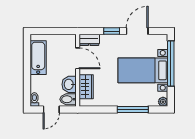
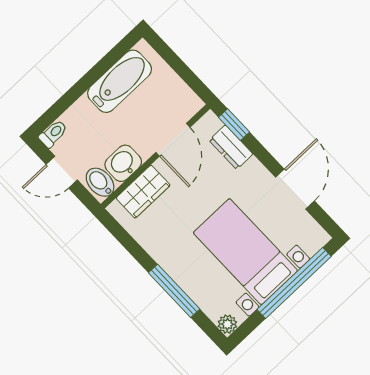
window: (112, 31) -> (234, 125), moved
door: (137, 31) -> (295, 189), hinge flipped
dresser: (89, 40) -> (231, 147), moved

